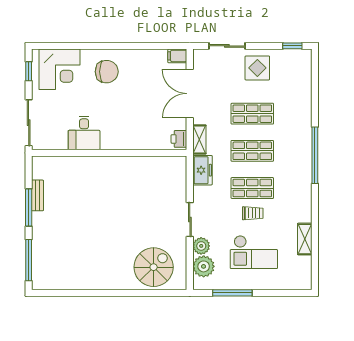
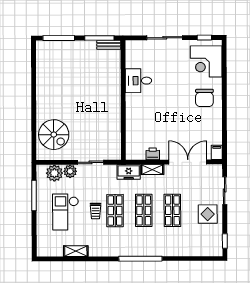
desk: (84, 133) -> (138, 81), moved
wall: (109, 153) -> (123, 100), moved

